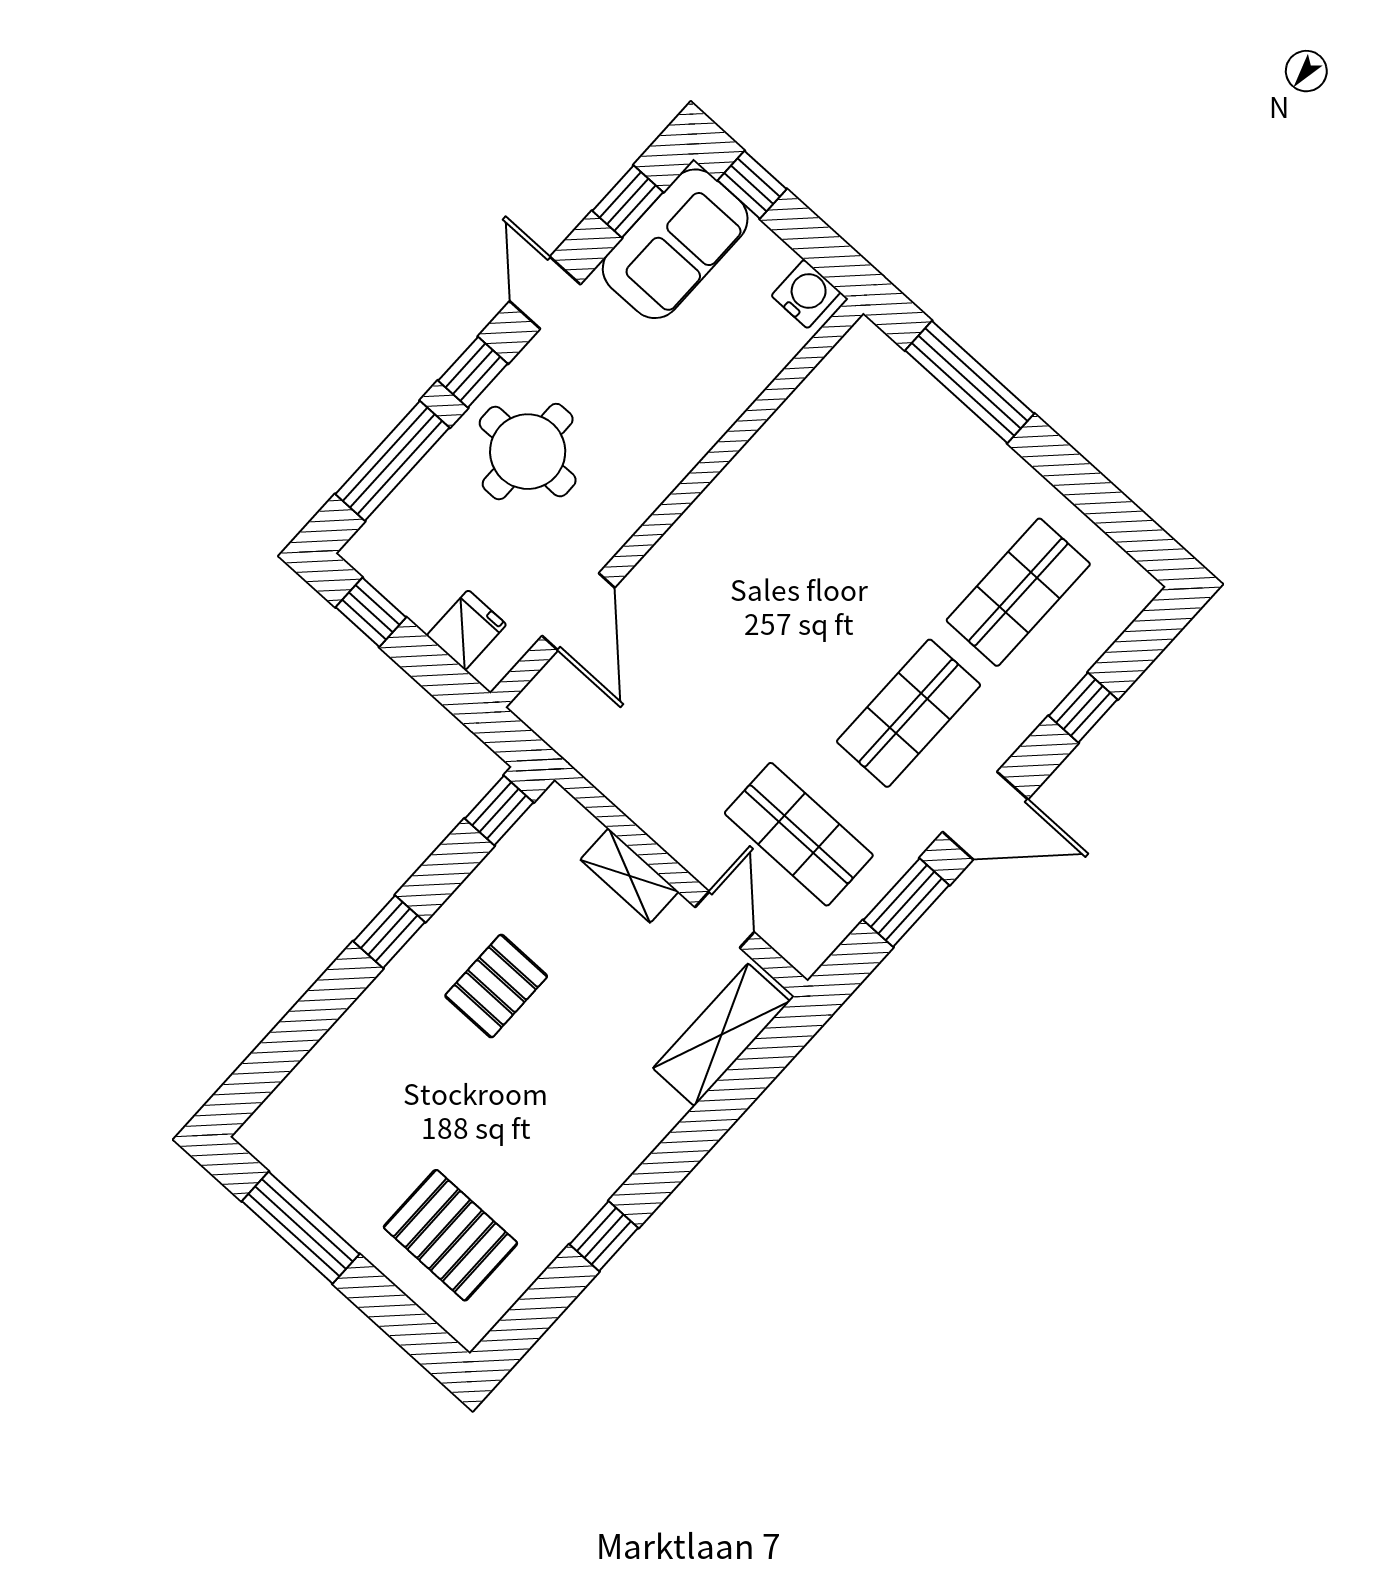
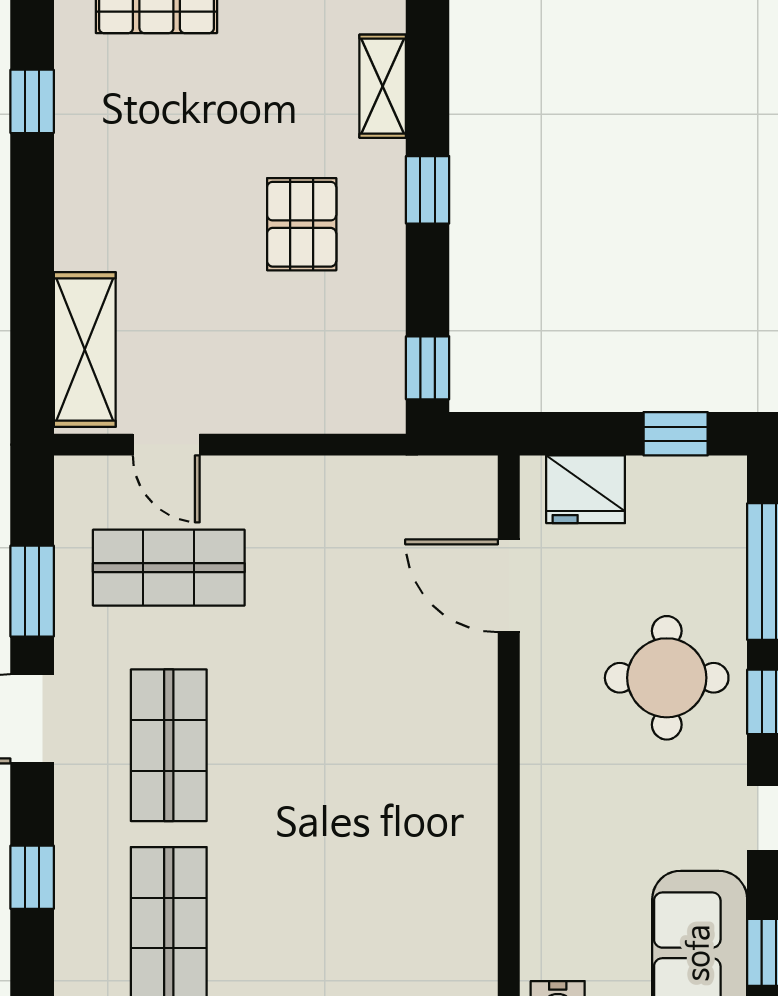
fridge: (467, 630) -> (586, 489), width x1.38
shelving: (629, 876) -> (383, 86), moved, turned 90

